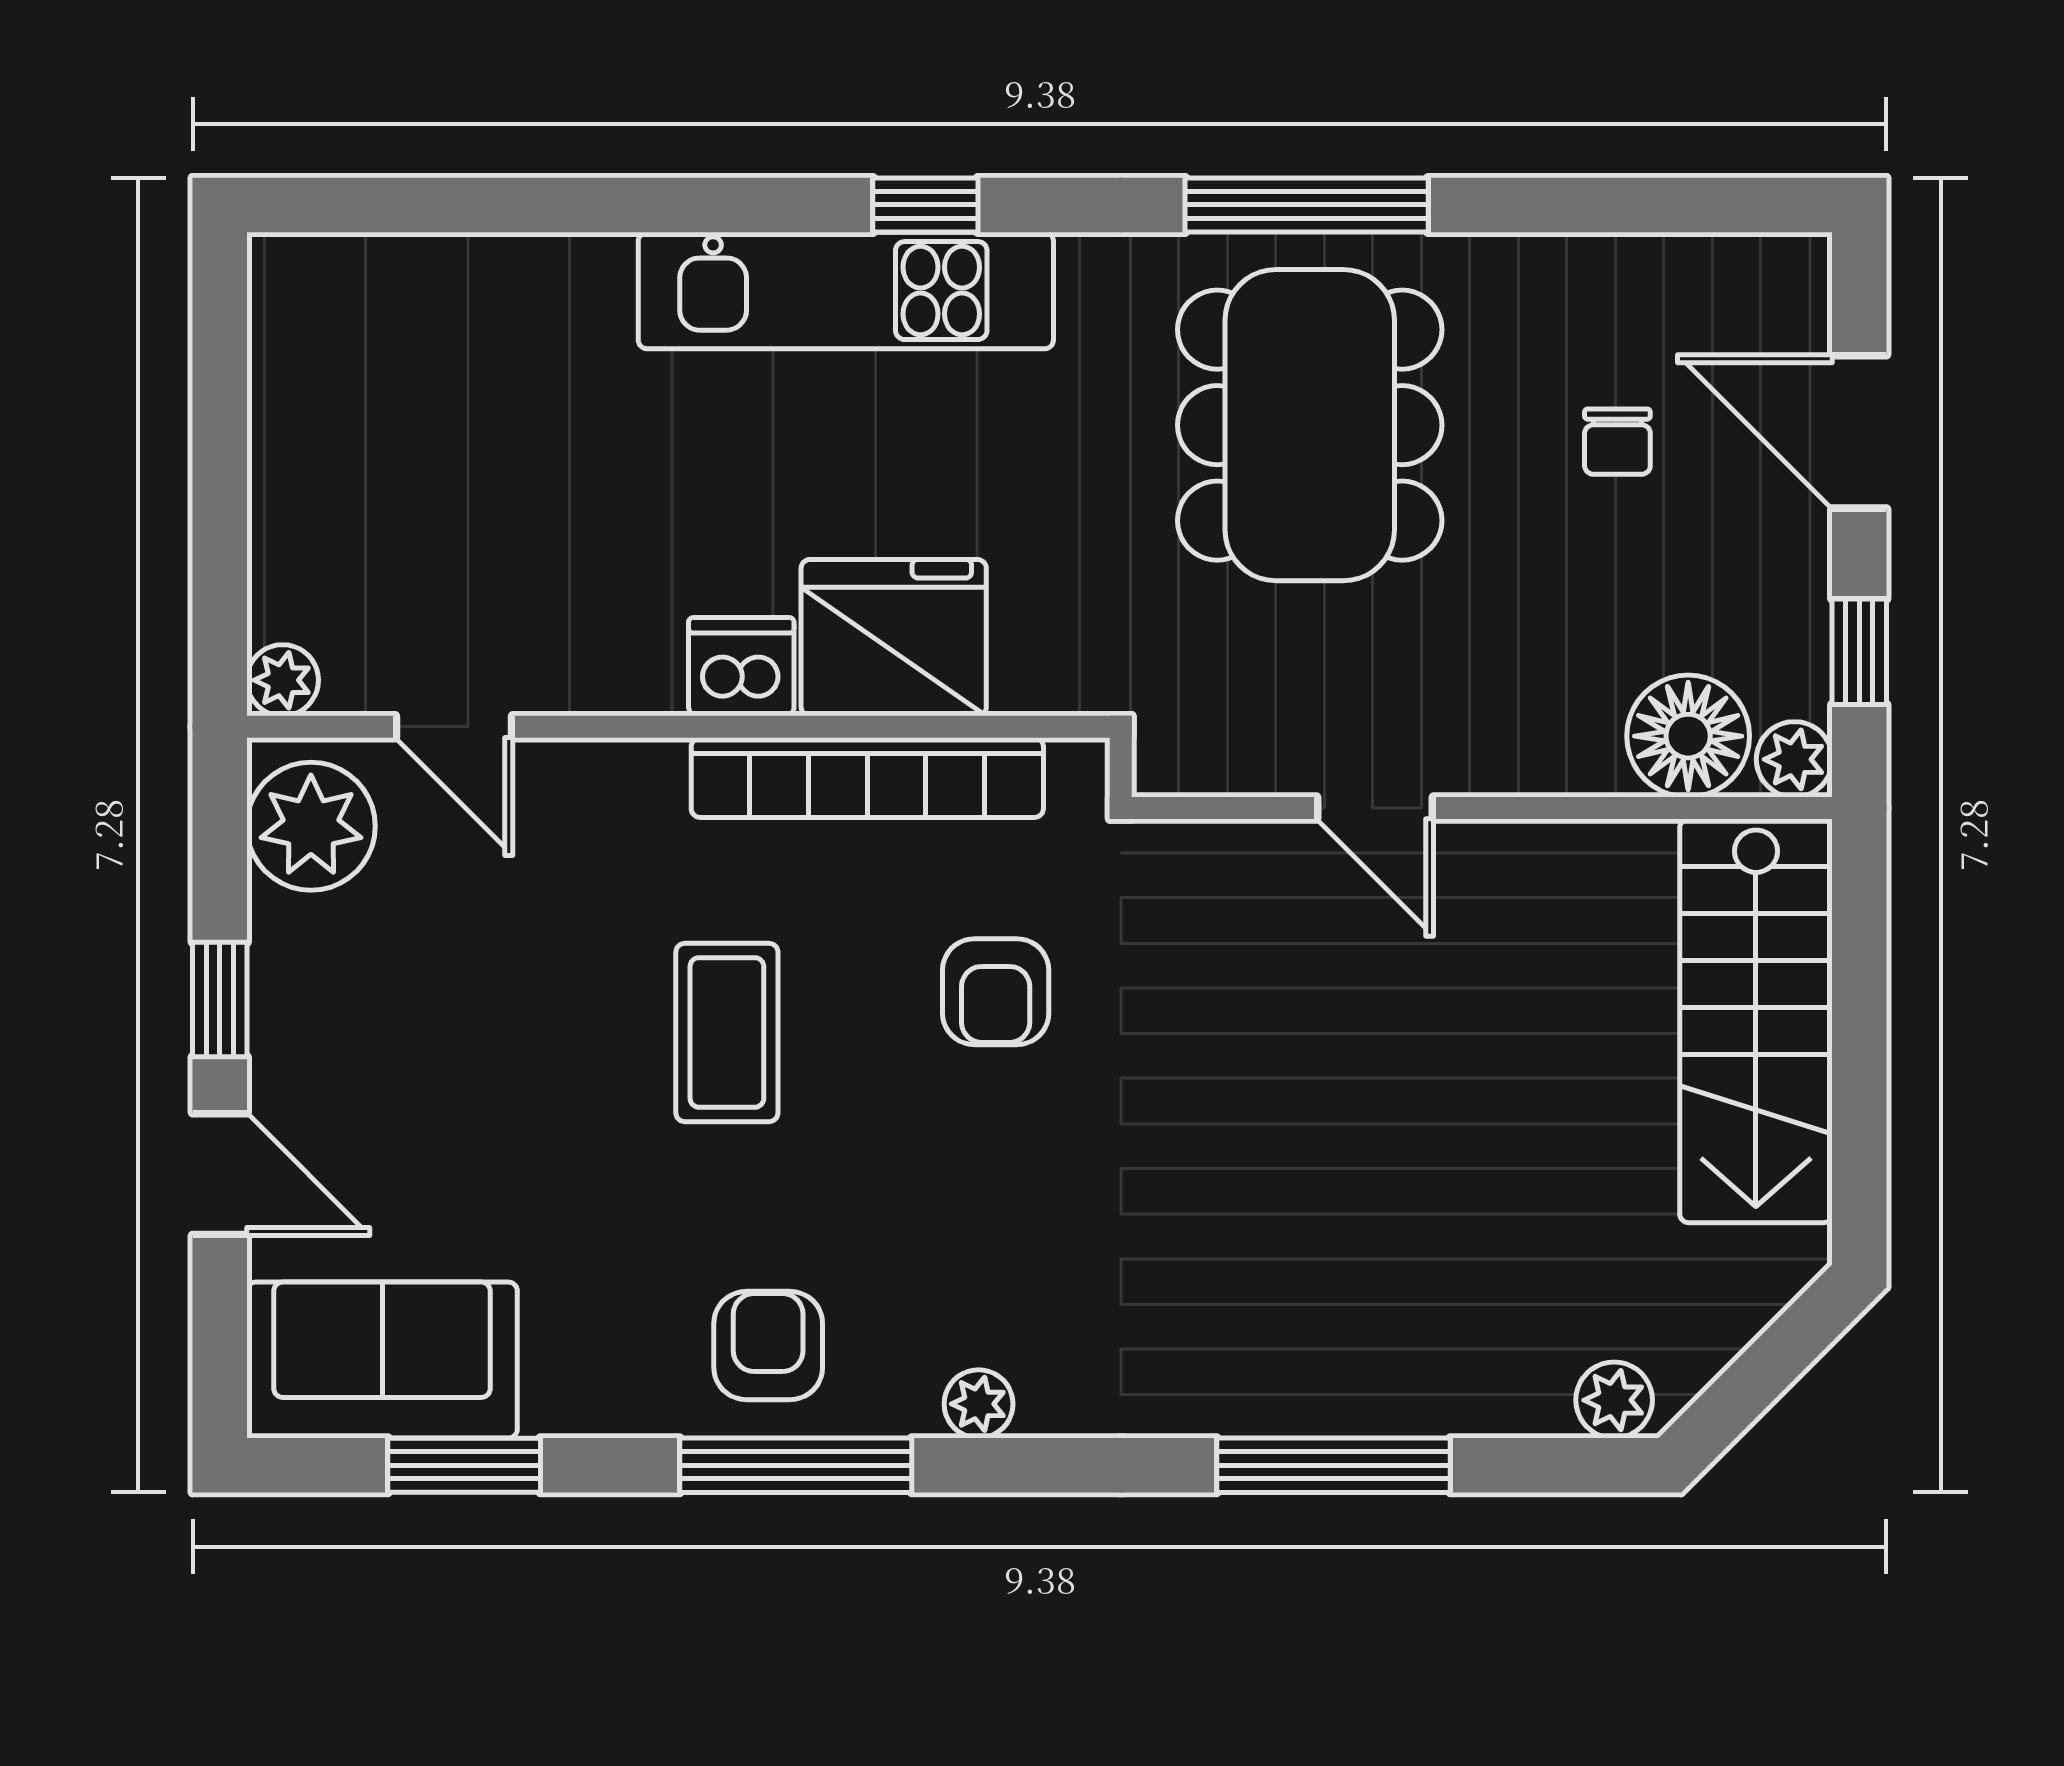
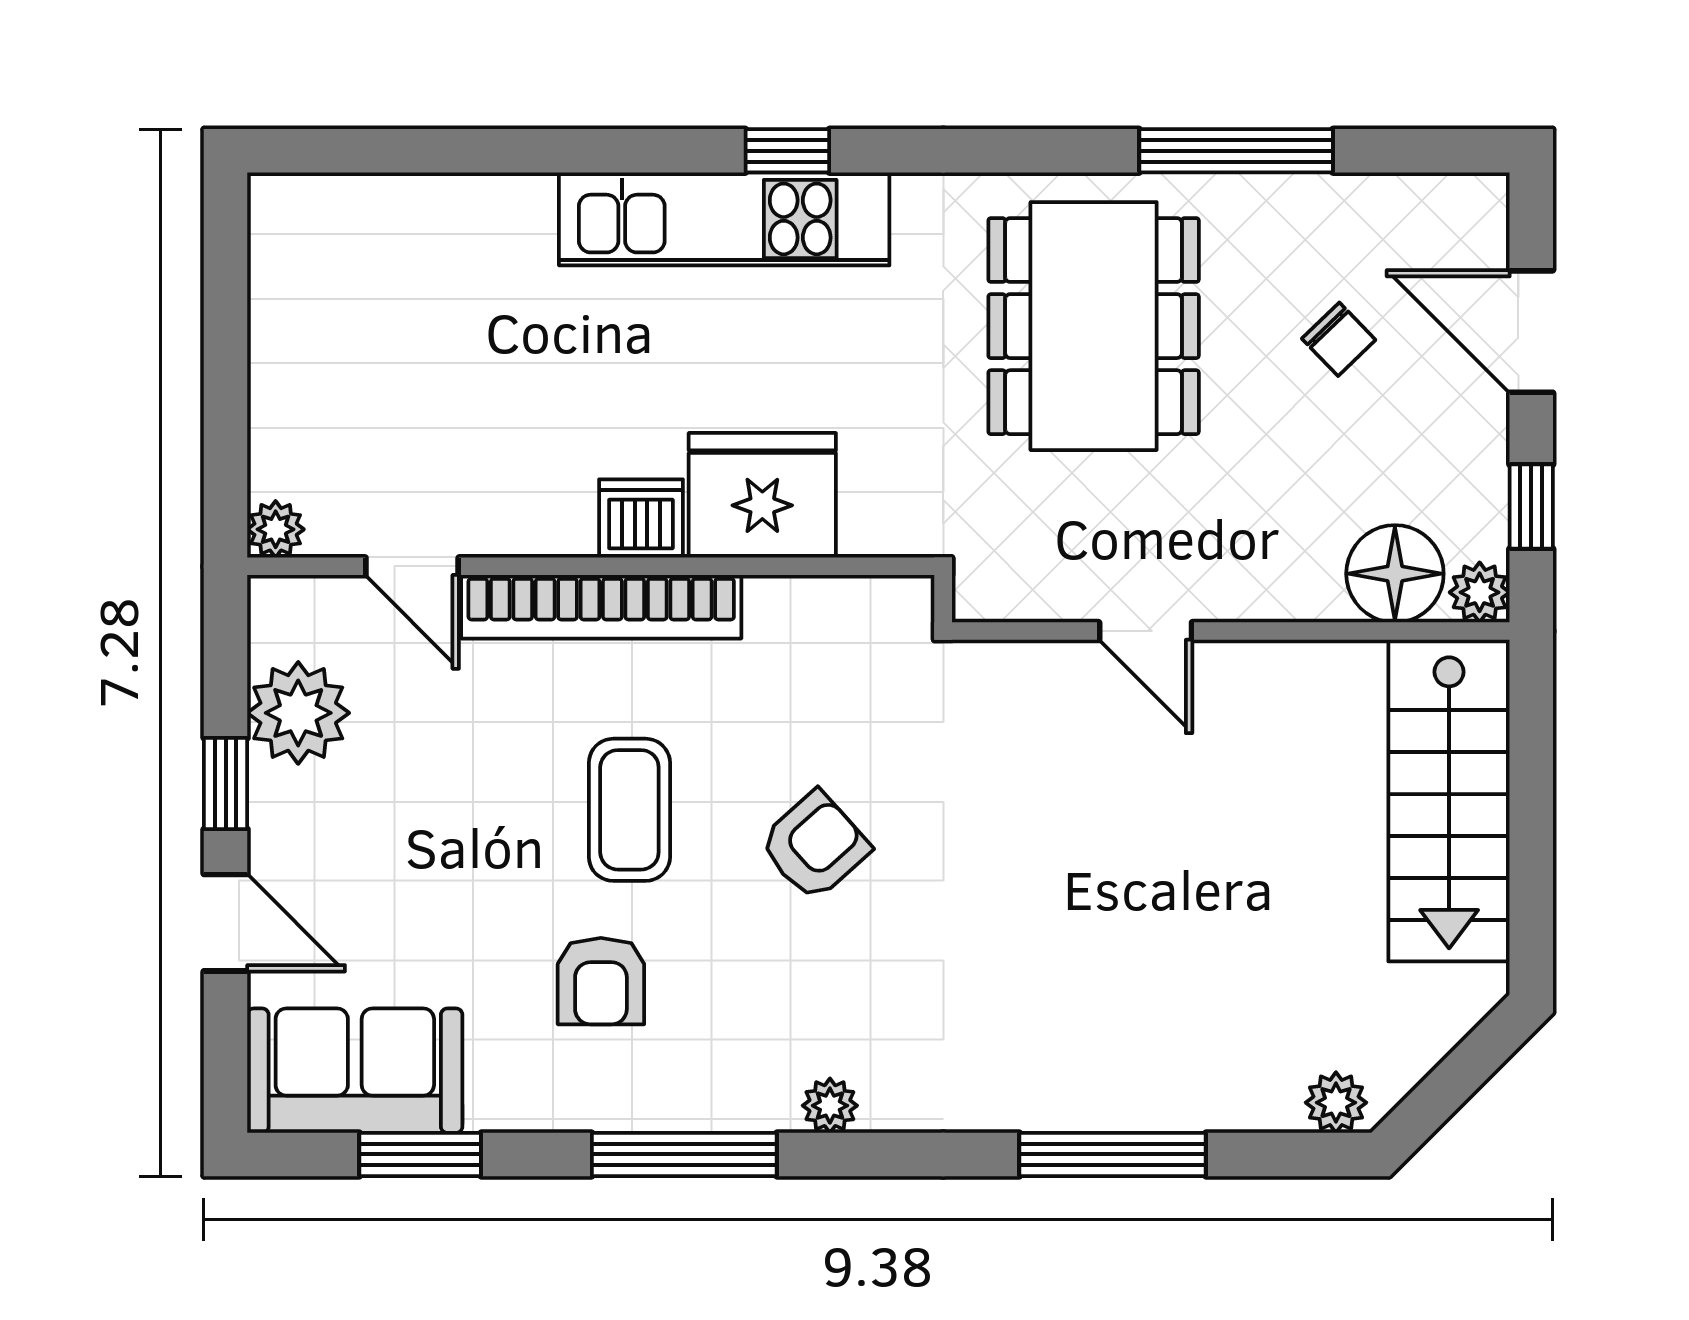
window: (1307, 205) -> (1236, 151), moved
chair: (1617, 442) -> (1339, 339), turned -44
bookcase: (867, 778) -> (601, 607), moved
plant: (311, 826) -> (298, 713), moved
armchair: (996, 992) -> (815, 846), moved, turned -132
armchair: (768, 1346) -> (601, 981), moved, turned 180

